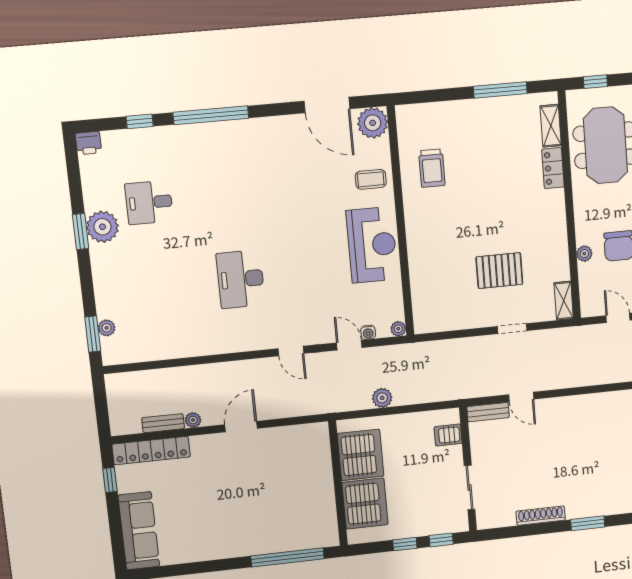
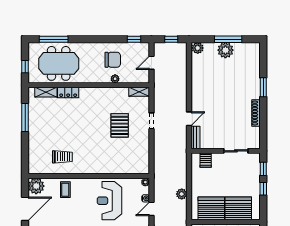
reception desk: (372, 245) -> (110, 201), moved, turned -90

